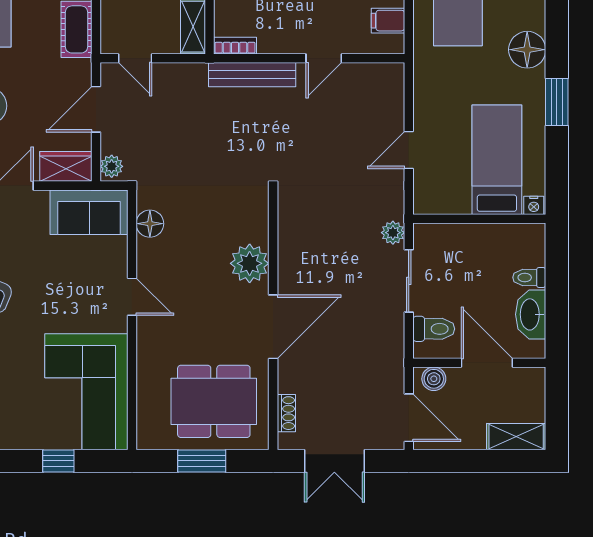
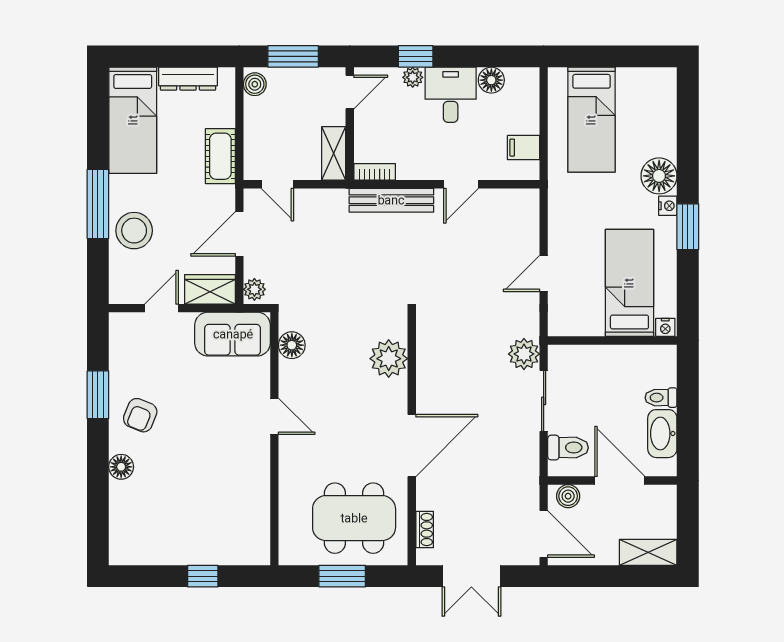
nightstand: (536, 80) -> (668, 206), added
plant: (393, 233) -> (524, 354), width x1.38, depth x1.38
plant: (250, 263) -> (389, 359), moved
corner sofa: (86, 392) -> (230, 509), removed

